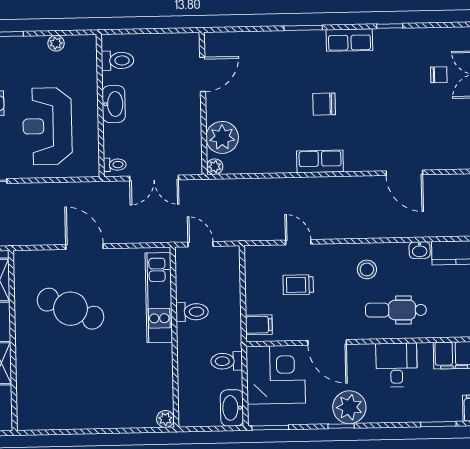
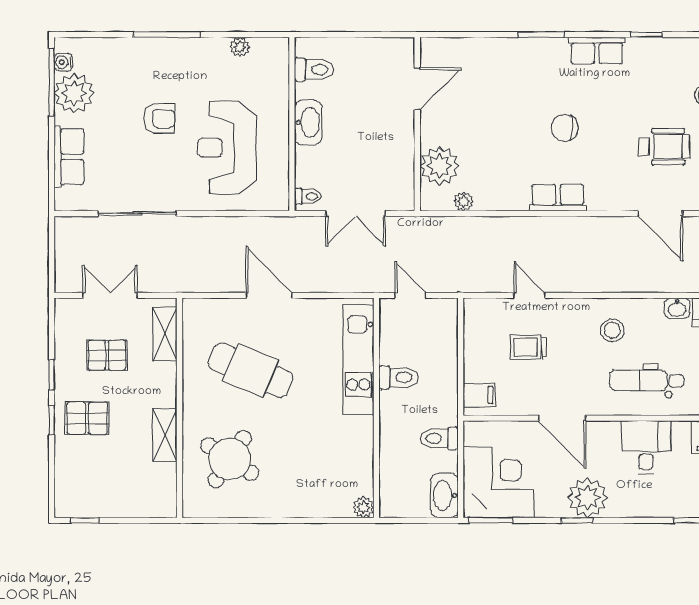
wheelchair: (406, 118) -> (664, 147), added
plant: (215, 167) -> (463, 201), moved
corner desk: (276, 375) -> (499, 482), moved
round table: (55, 382) -> (230, 459), added

